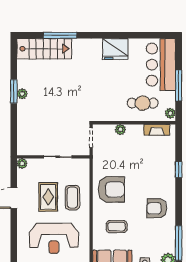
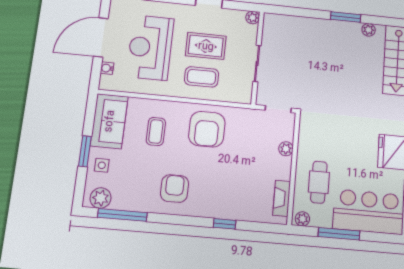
plant: (22, 94) -> (369, 30), moved

